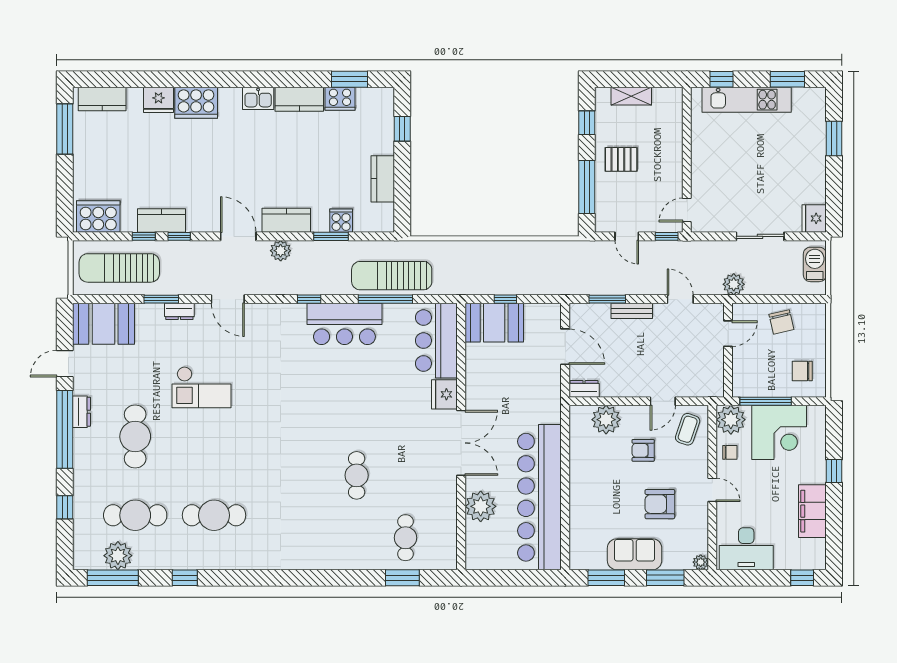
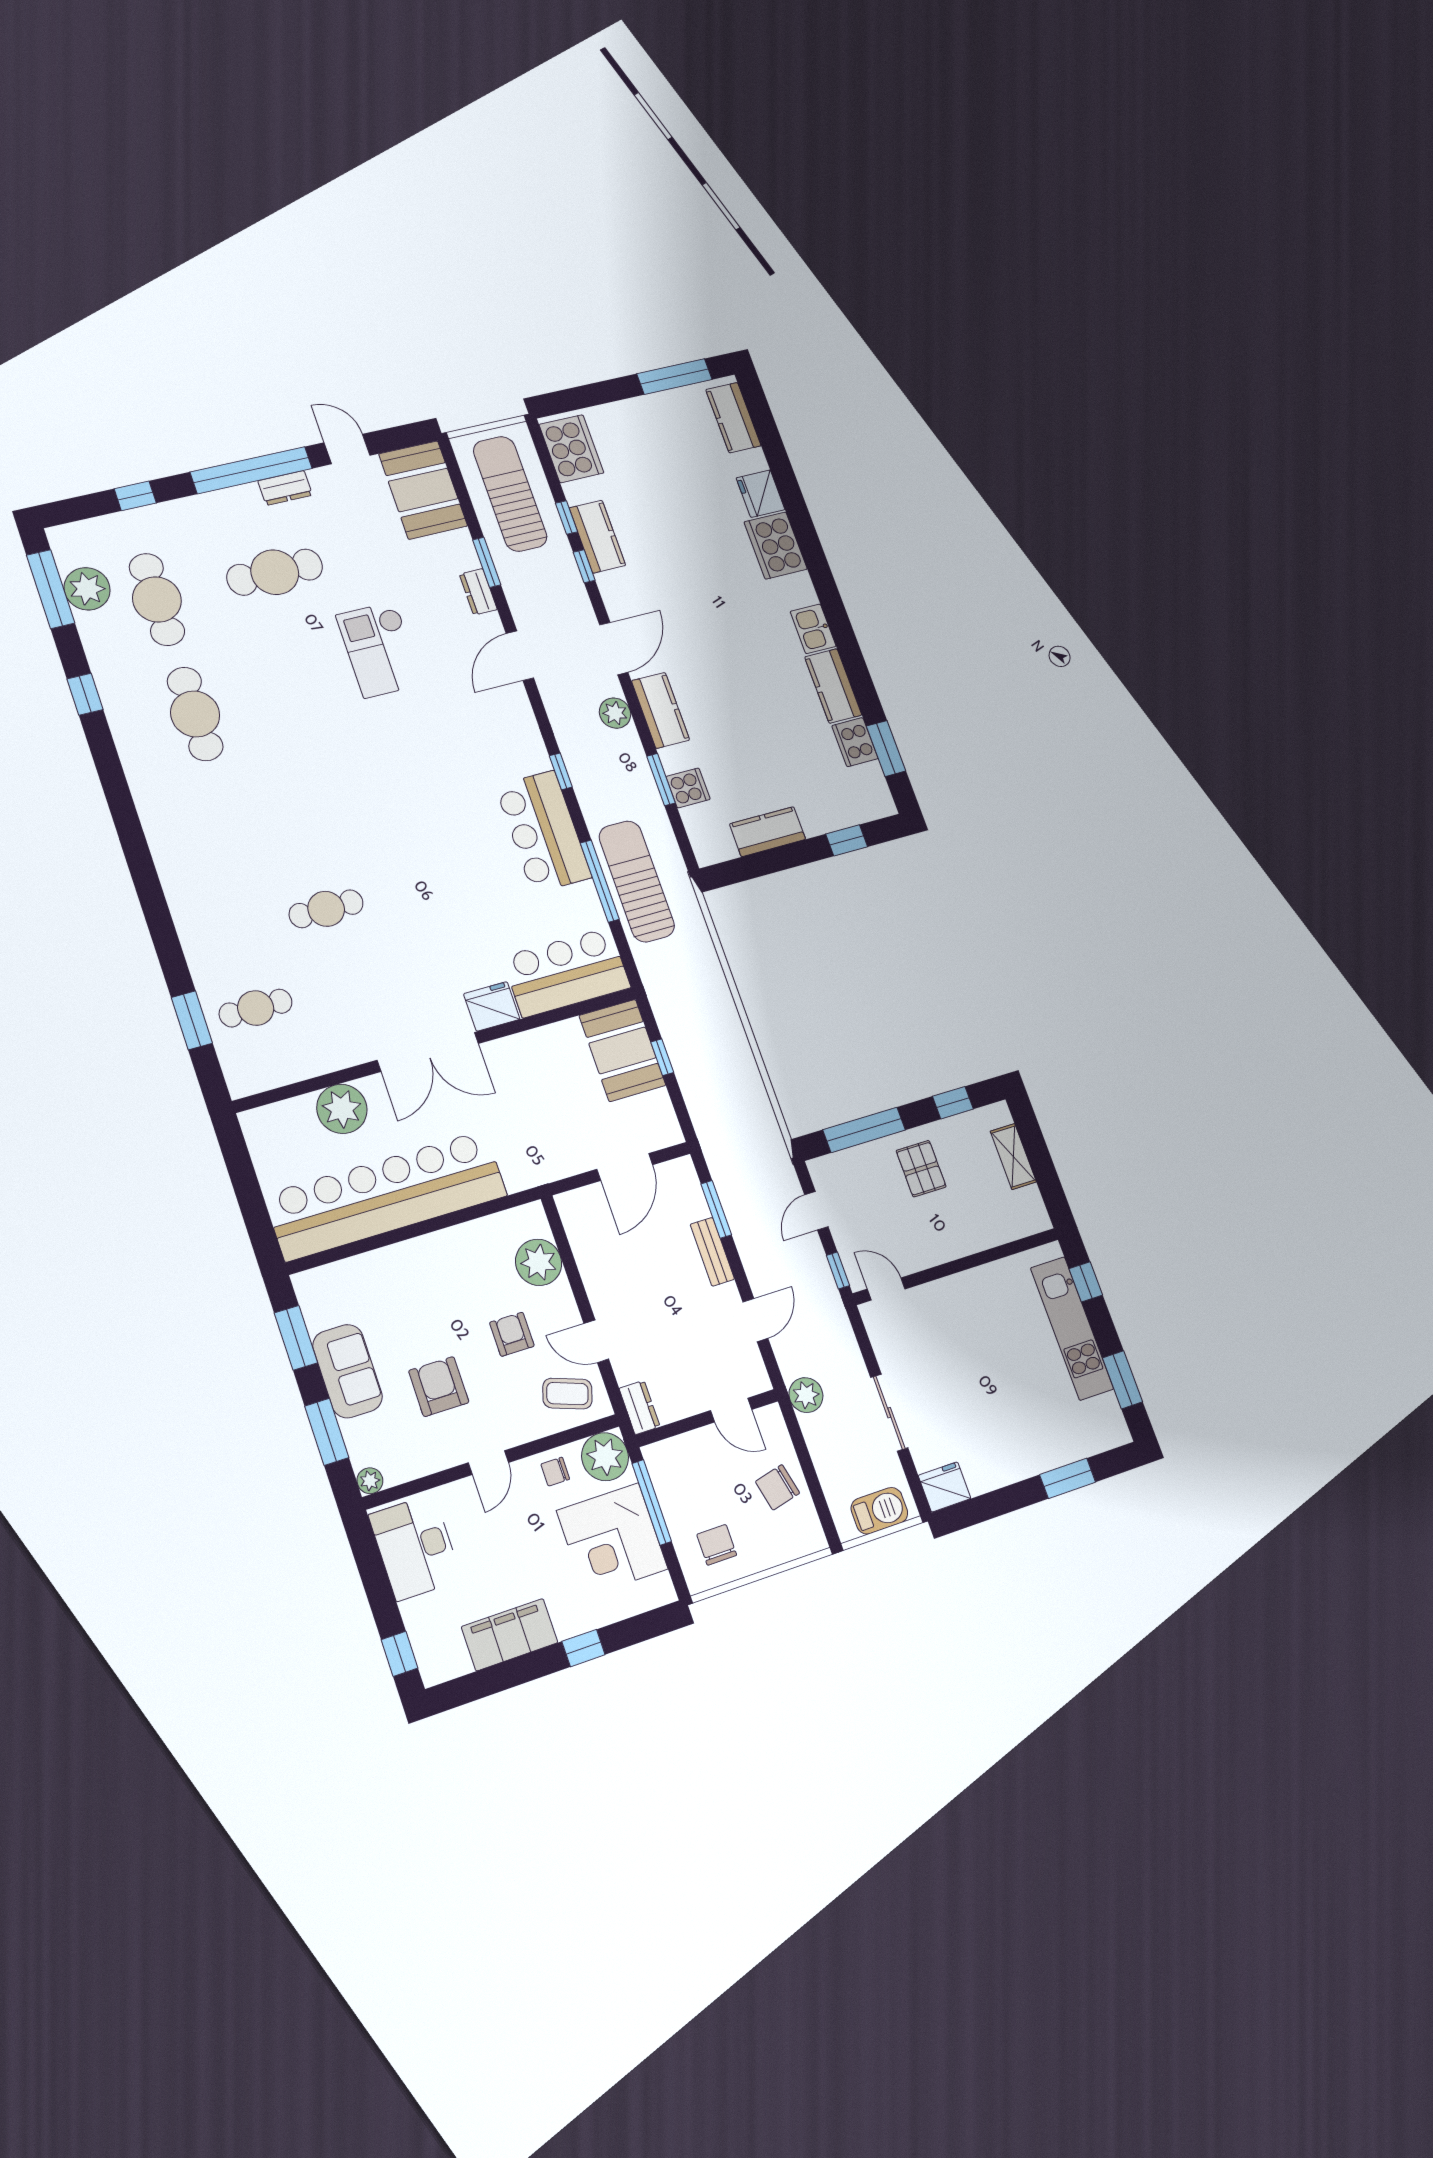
dresser: (584, 389) -> (639, 1407), moved
chair: (730, 452) -> (555, 1472), turned 90

